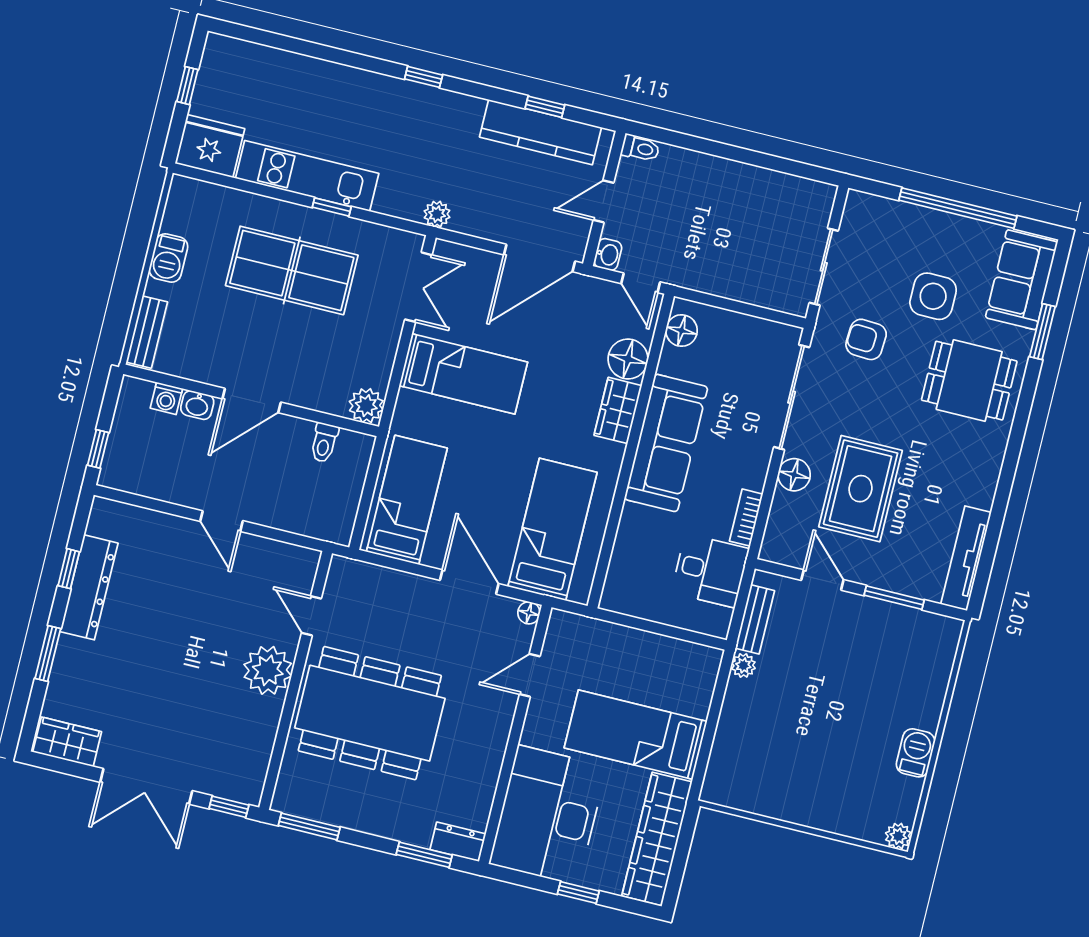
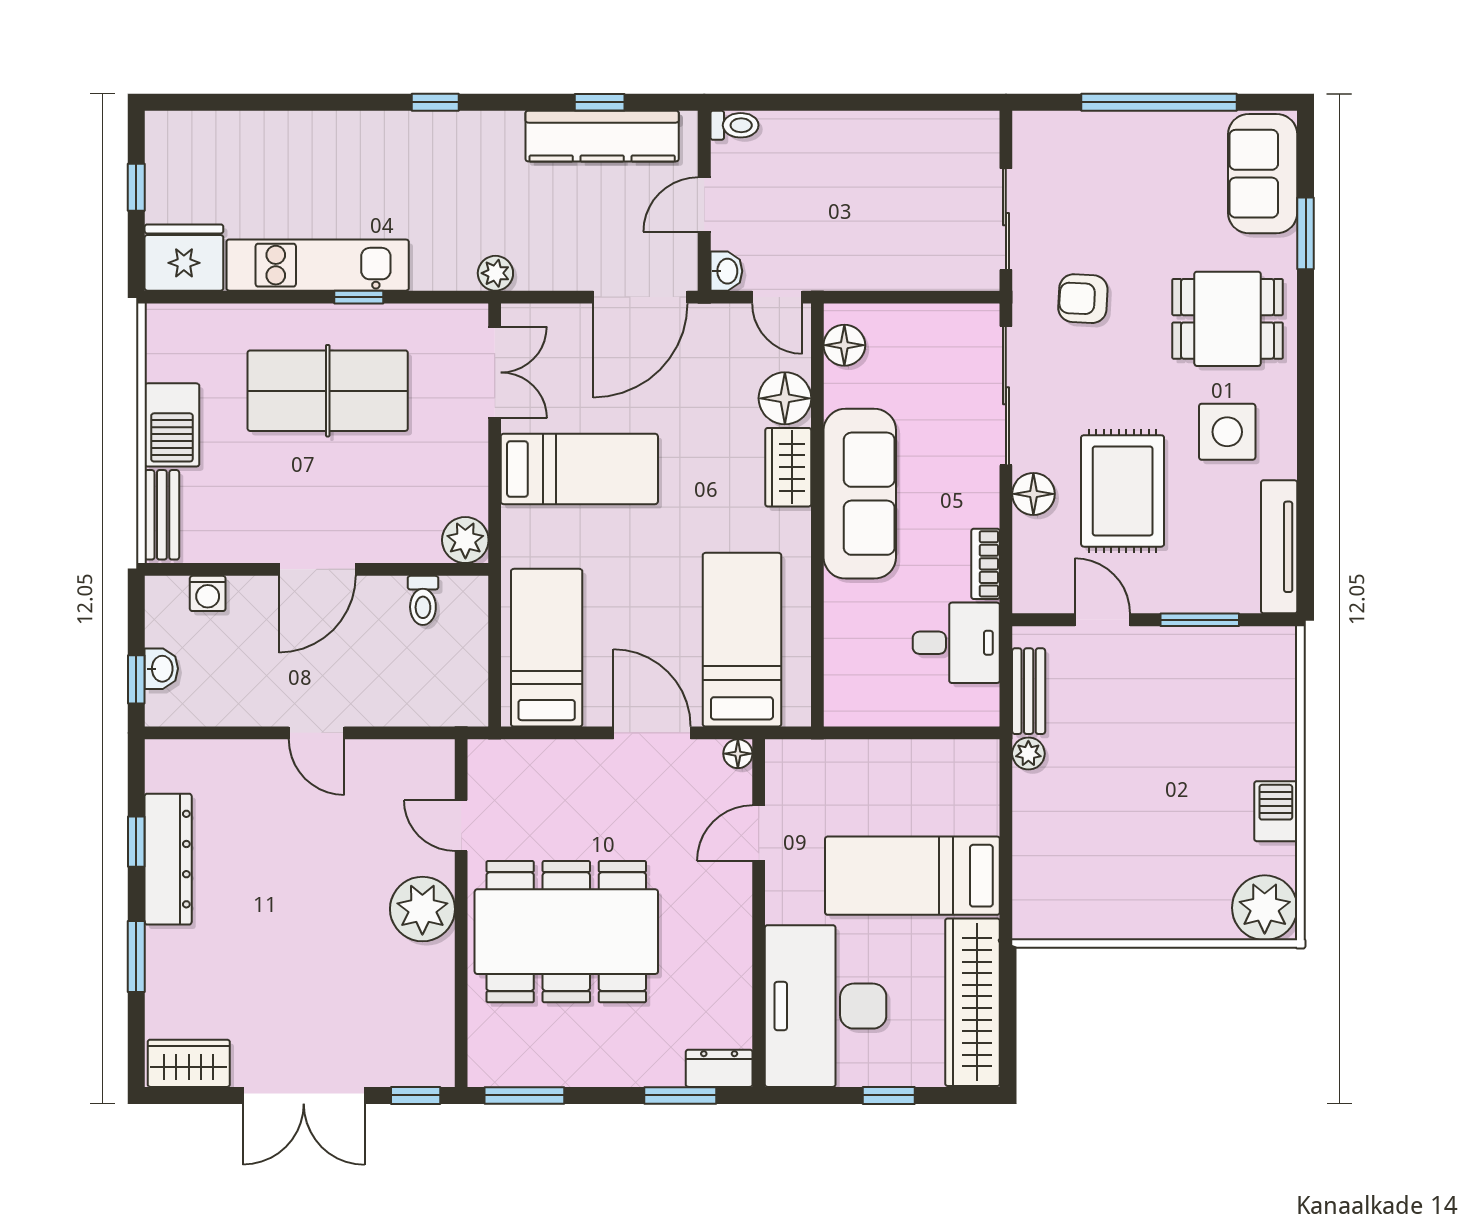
barbecue: (168, 258) -> (172, 425), width x1.38, depth x1.27
side table: (933, 296) -> (1227, 432), moved
washbasin: (197, 405) -> (161, 669), moved, turned -90
plant: (898, 836) -> (1265, 908), width x1.88, depth x1.88

